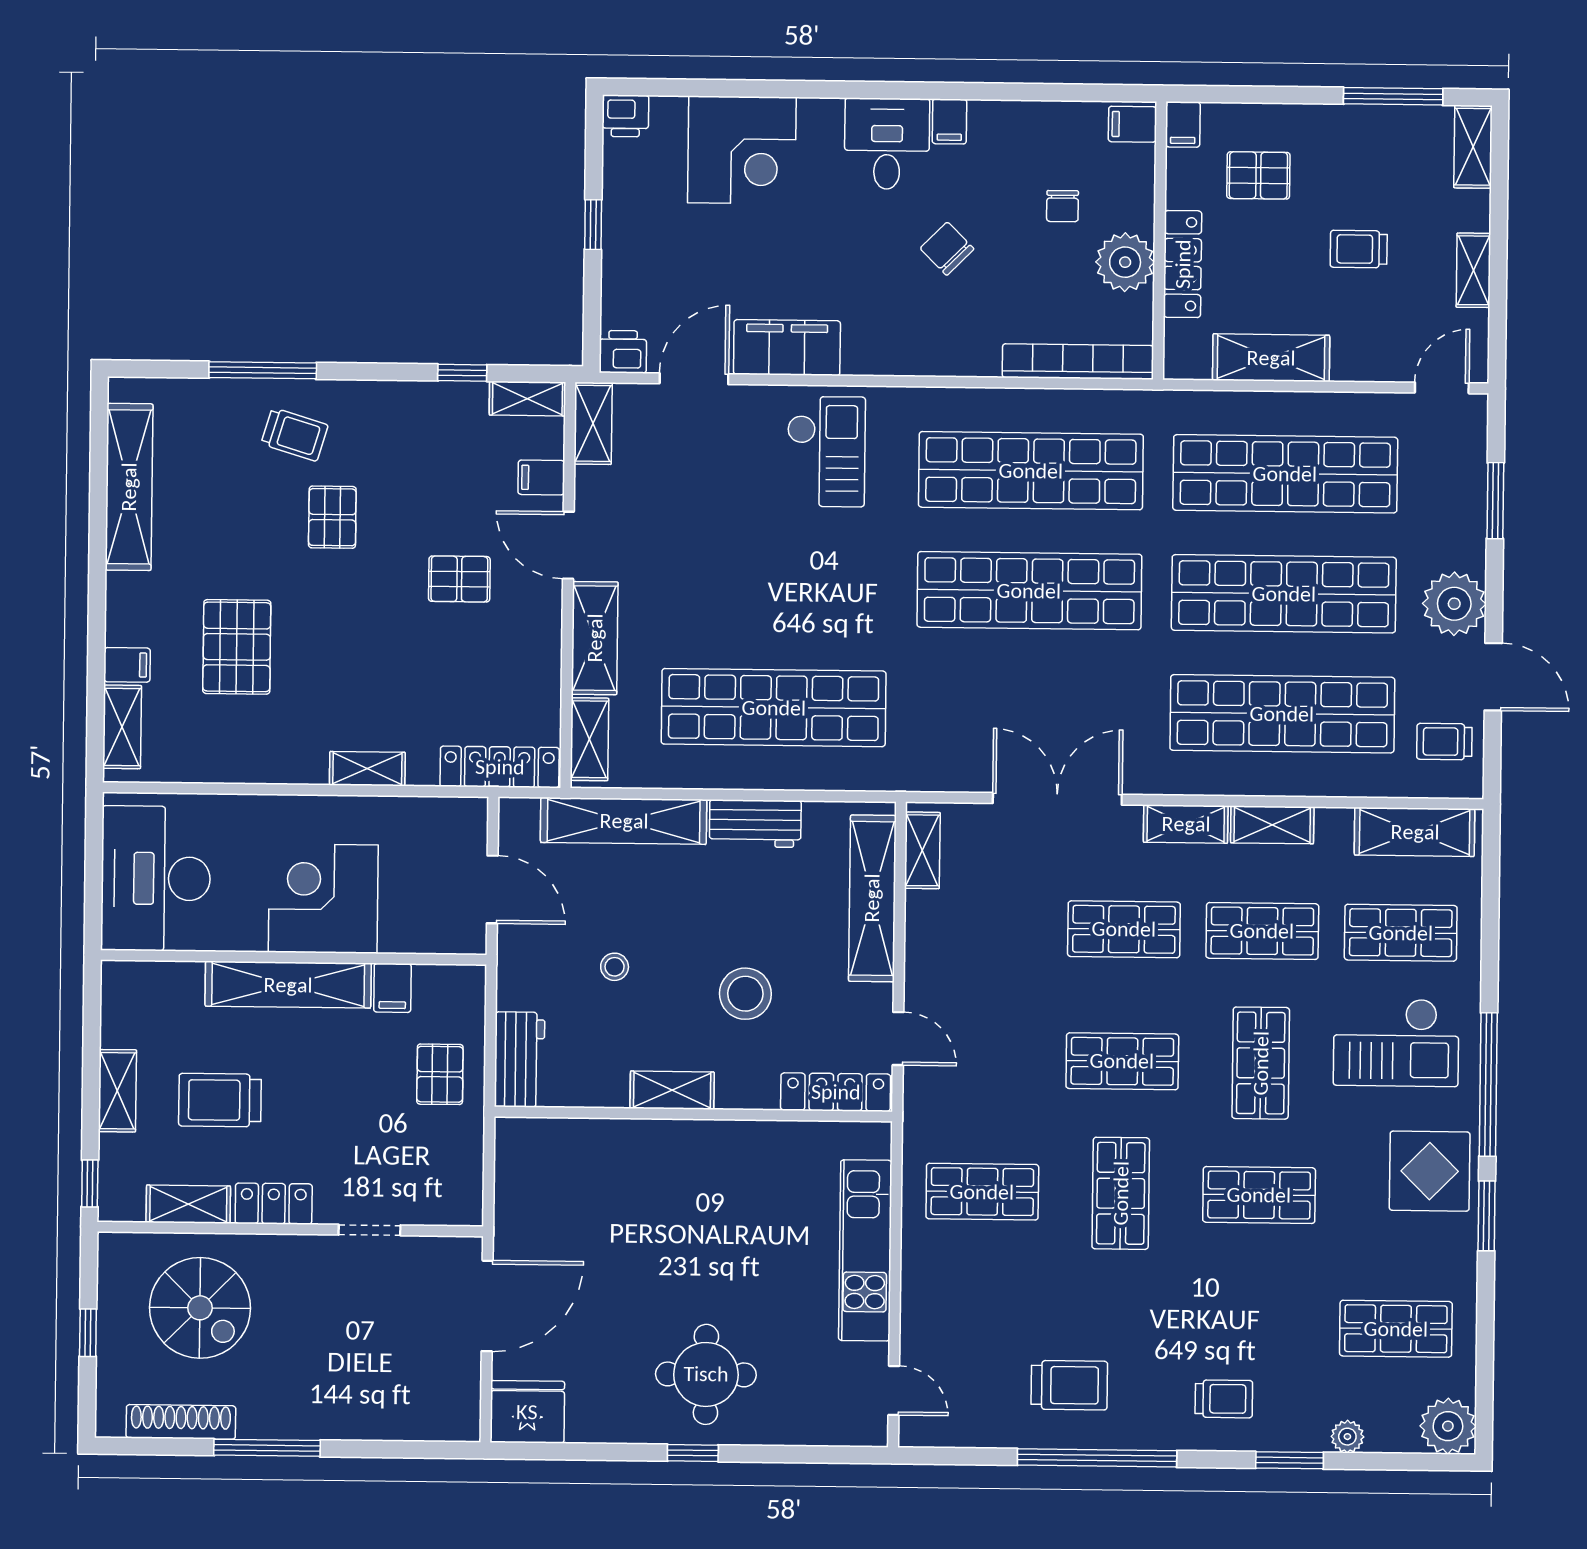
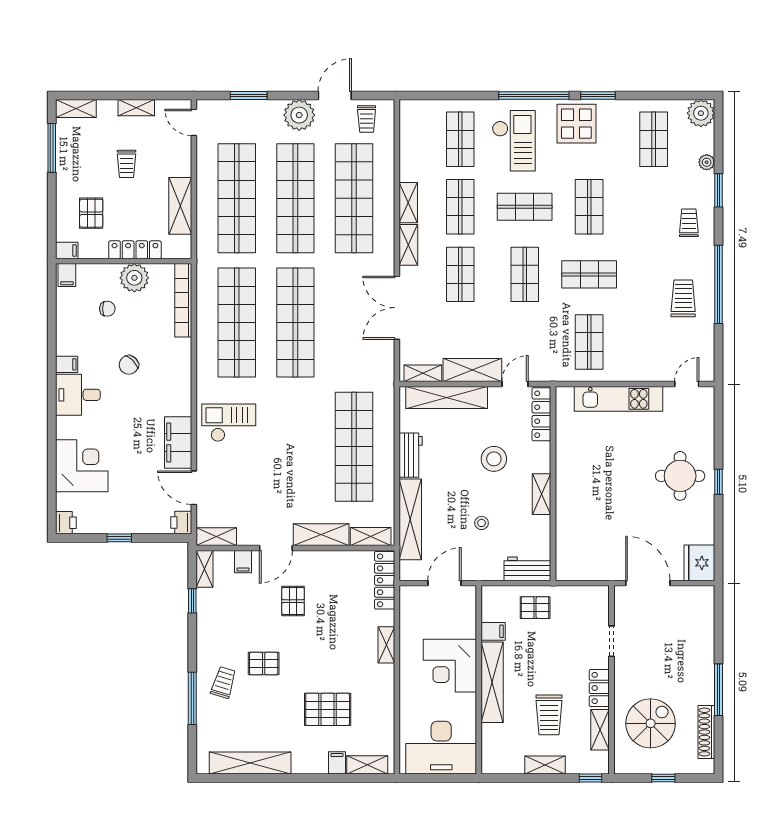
shelving: (1415, 832) -> (472, 370), moved, turned 90

